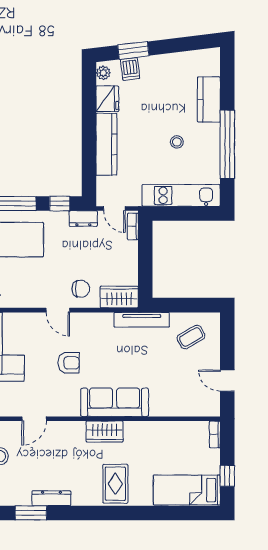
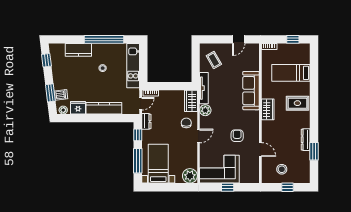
window: (191, 43) -> (46, 60), added
plant: (103, 322) -> (205, 110), added
armchair: (69, 363) -> (237, 136), moved
sofa: (115, 402) -> (251, 91), moved
bed: (187, 490) -> (291, 73), moved, turned 90

